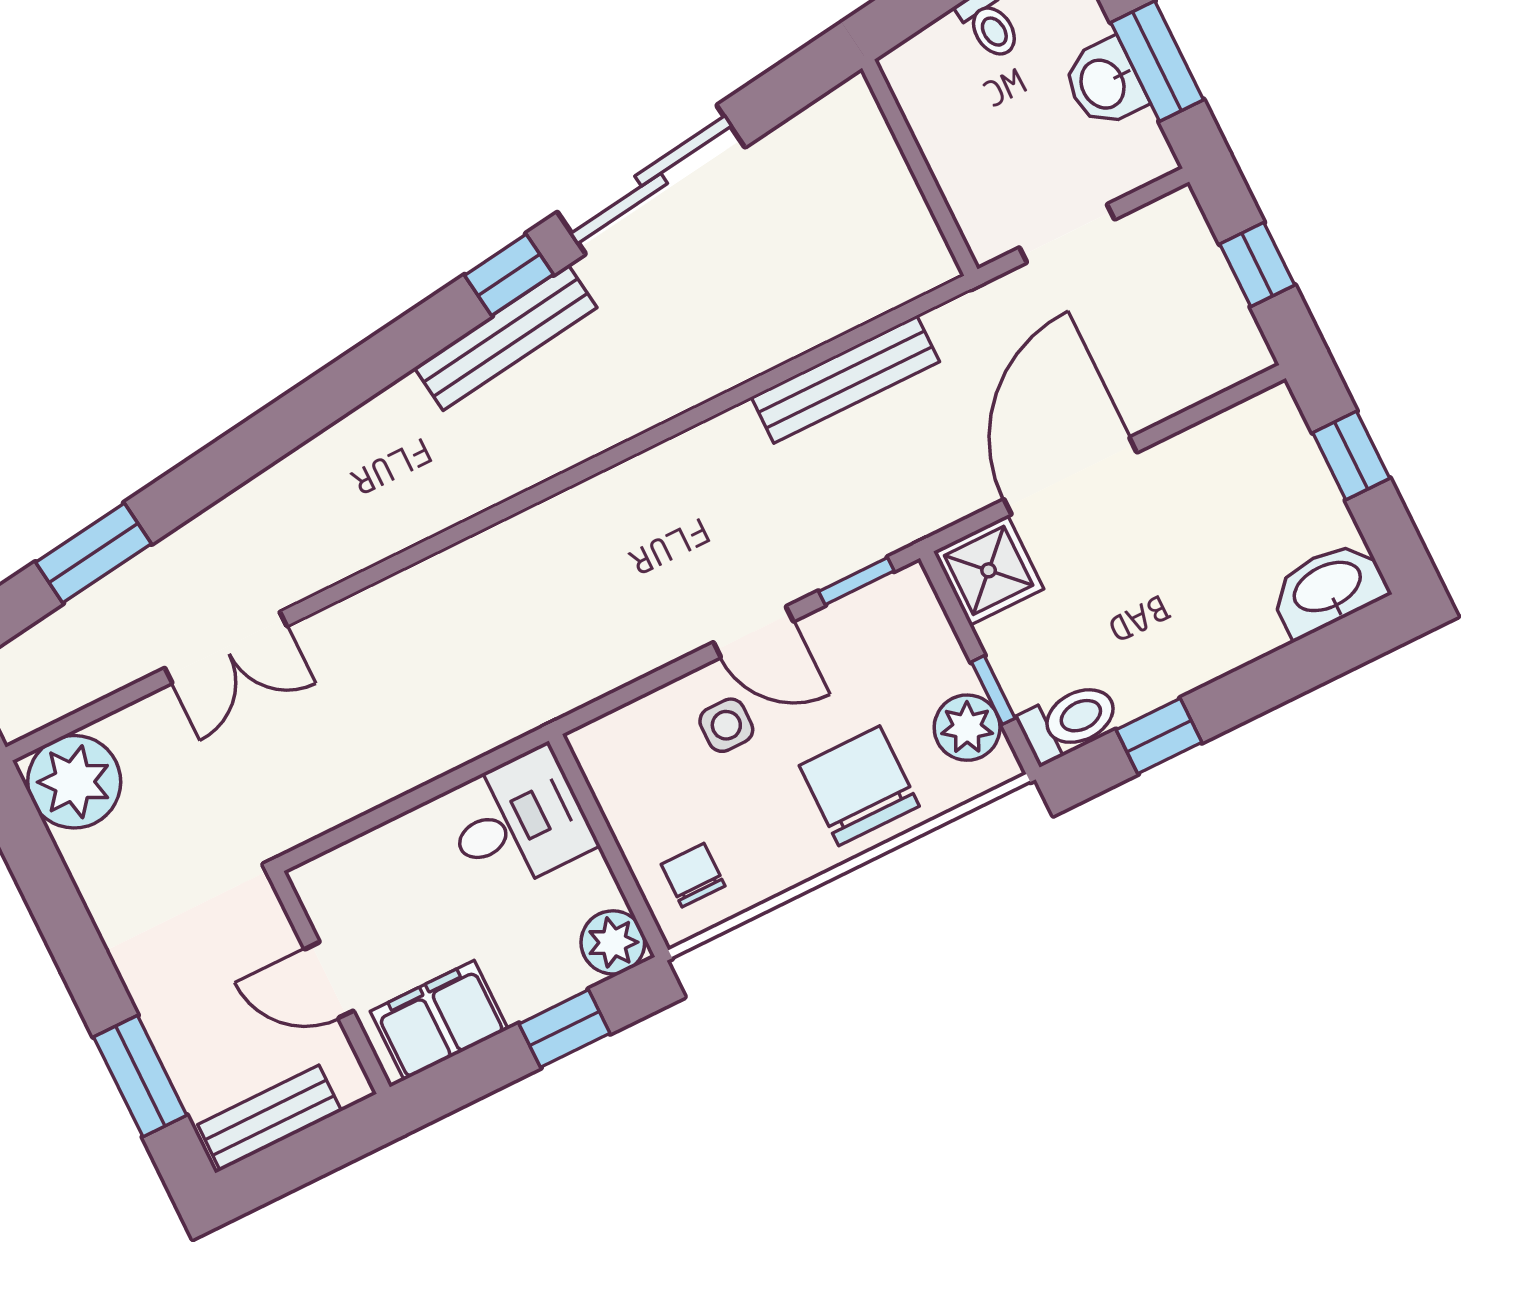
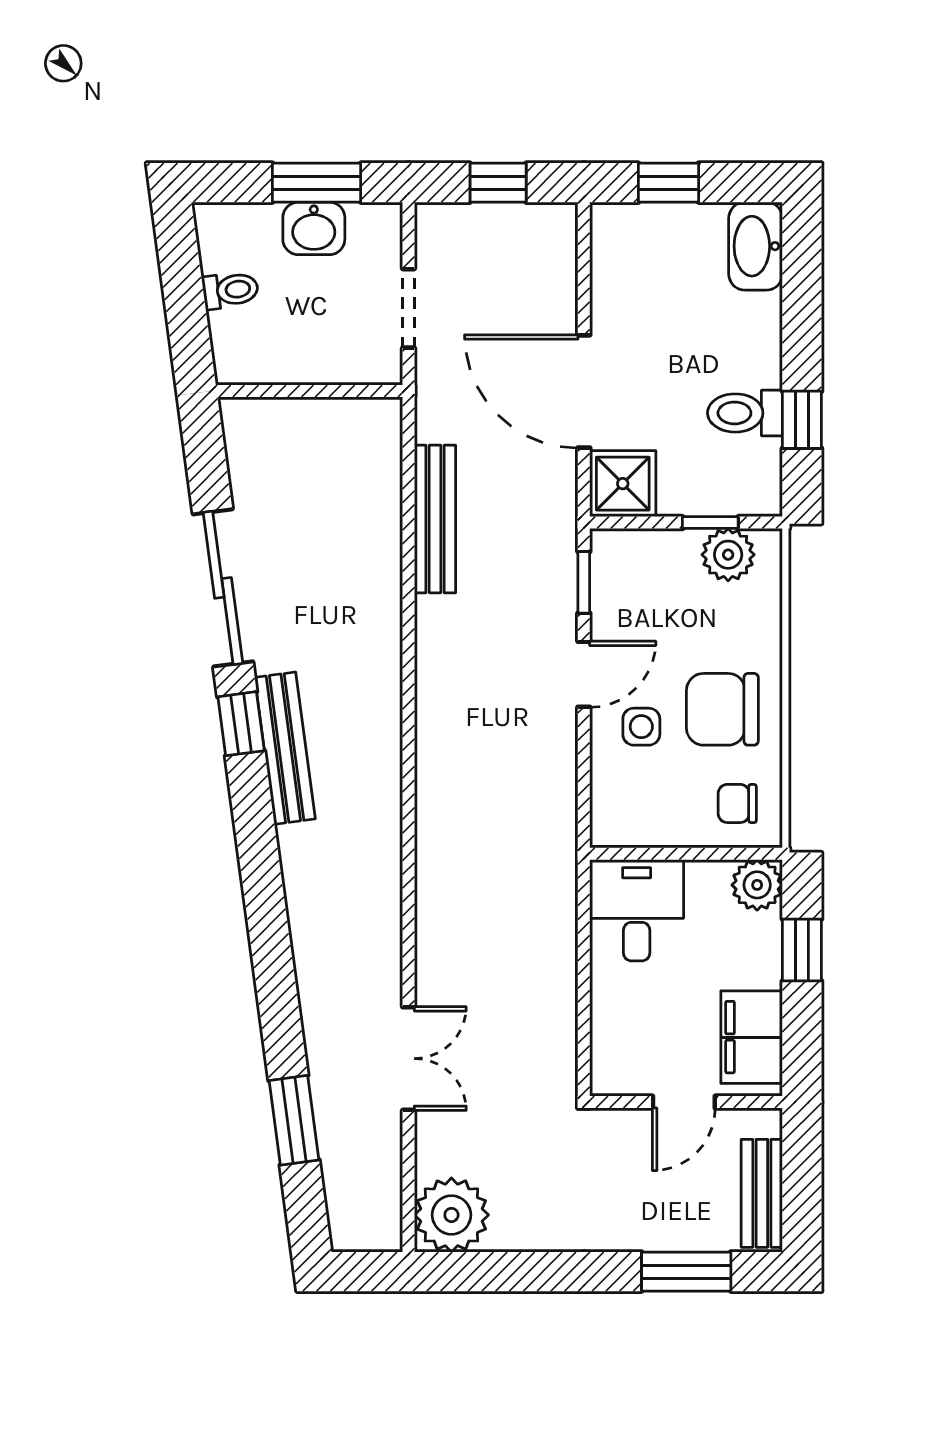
toilet: (1069, 721) -> (745, 413), moved, turned -90
chair: (859, 786) -> (722, 709), moved

